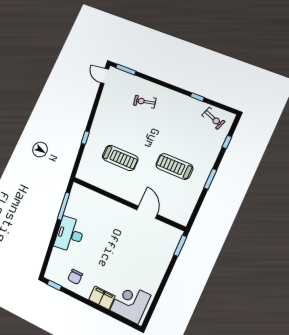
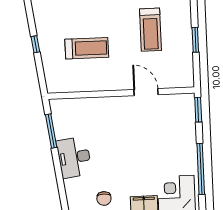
treadmill: (174, 166) -> (150, 30), turned -90
window: (210, 179) -> (195, 40), moved
window: (159, 293) -> (201, 169), added

